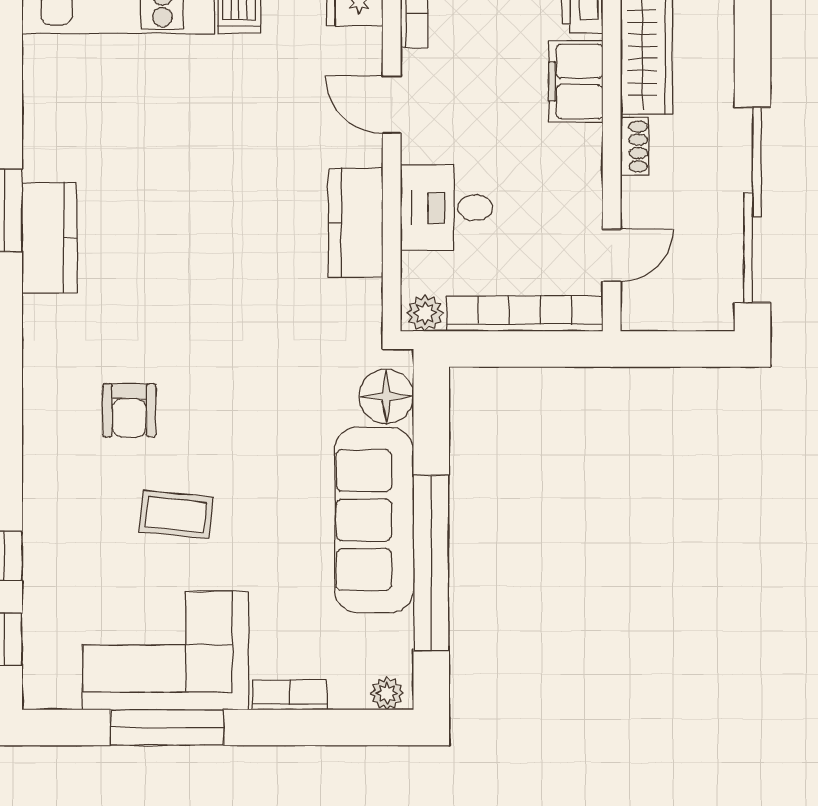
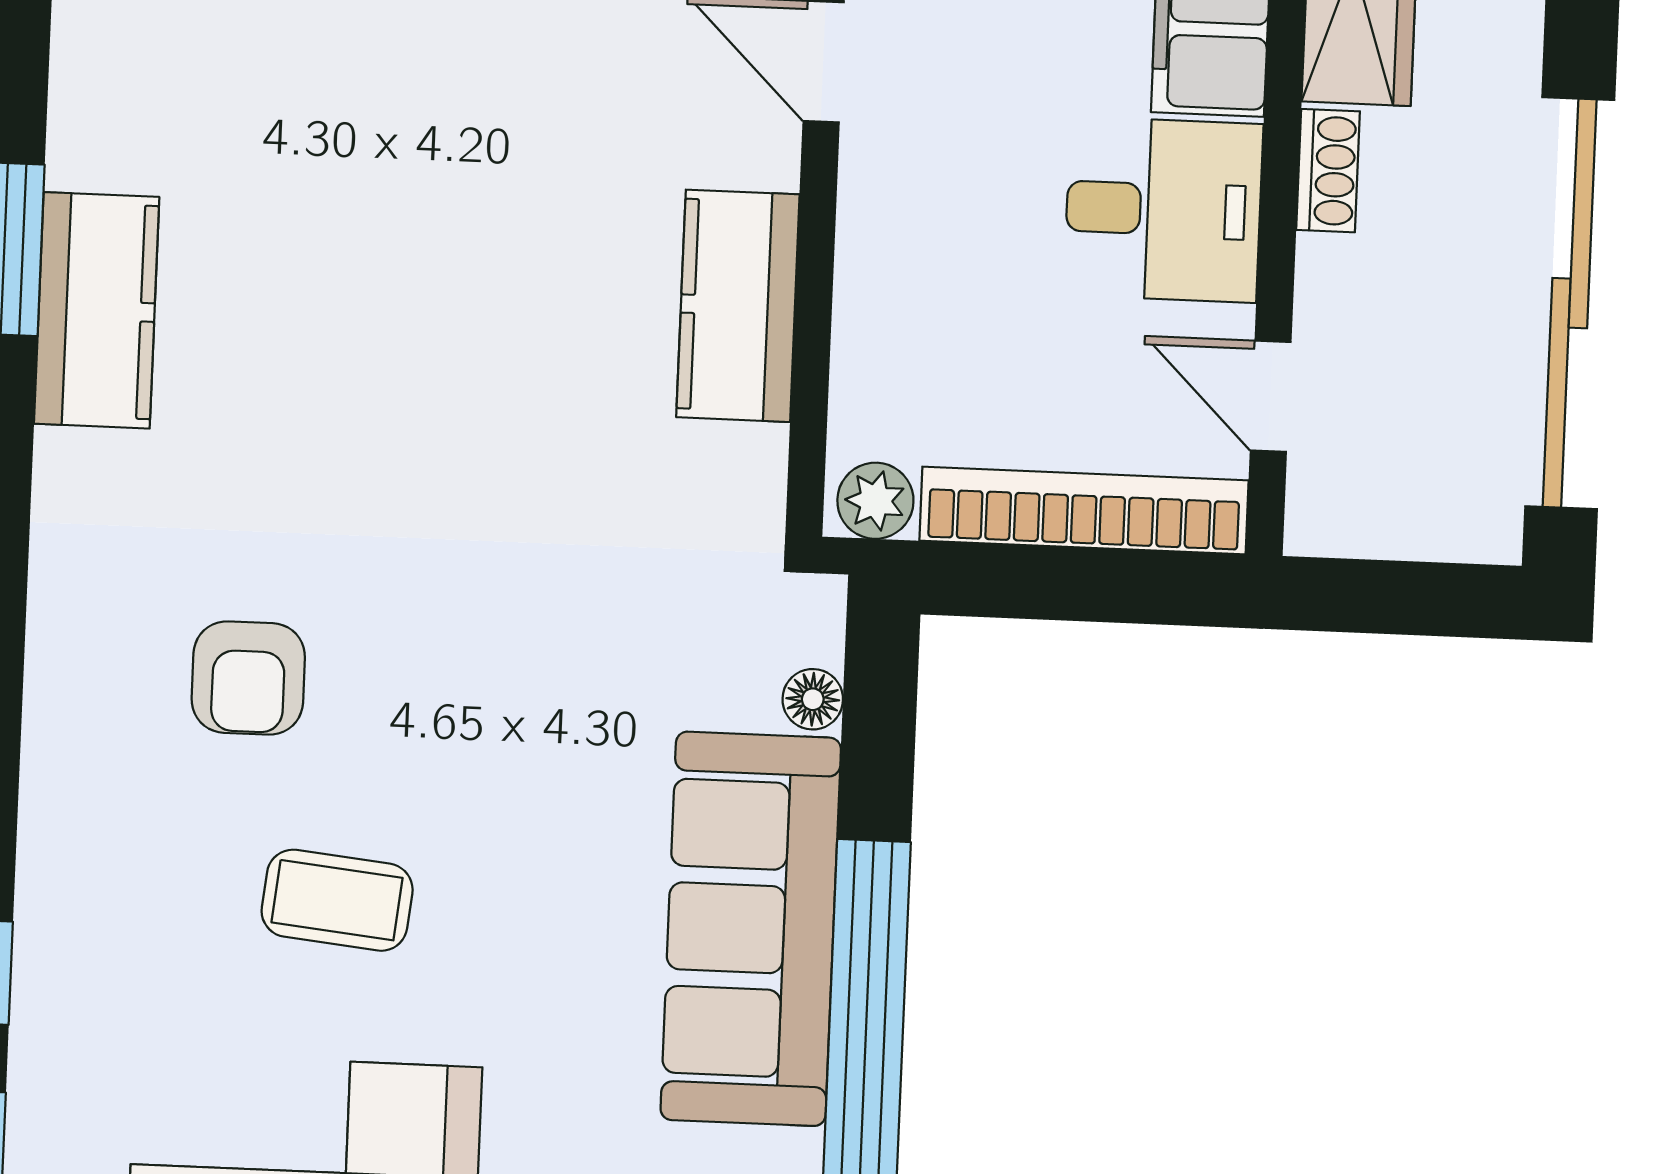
desk: (447, 208) -> (1163, 210), moved, turned 180
door: (612, 255) -> (1271, 396), swing flipped
floor lamp: (386, 396) -> (813, 699), width x0.53, depth x0.53

